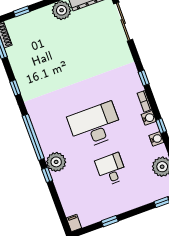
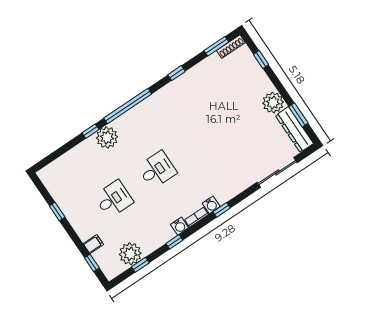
desk: (95, 125) -> (157, 170), width x0.53, depth x0.77
water cooler: (156, 139) -> (211, 205), moved
filing cabinet: (74, 223) -> (93, 244), moved

